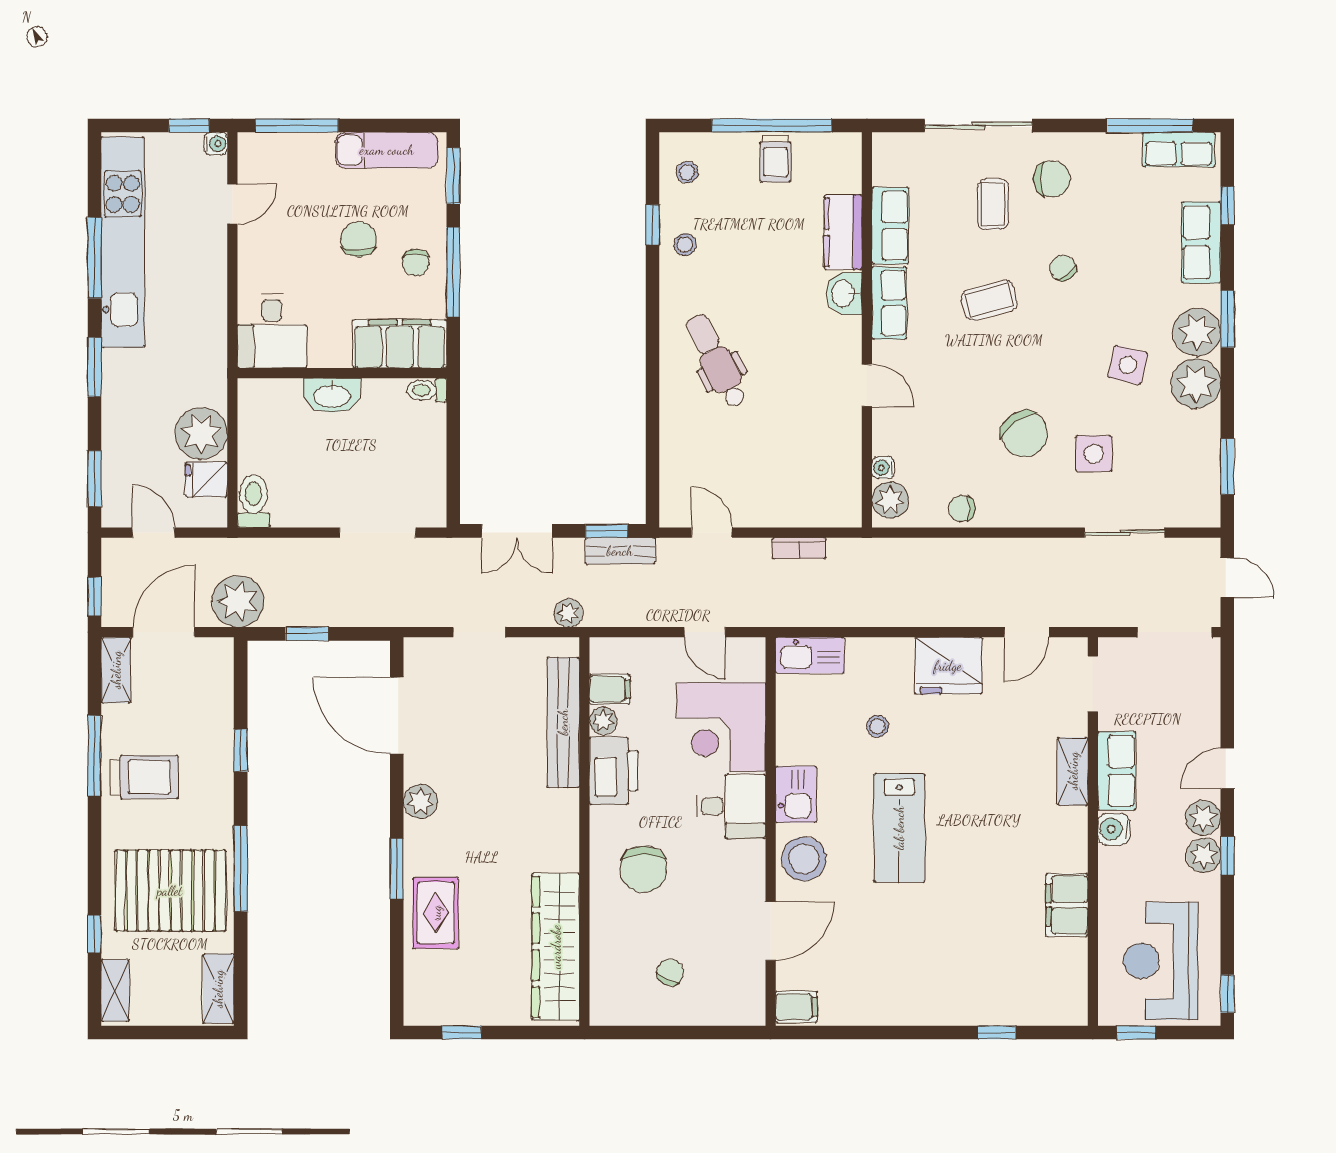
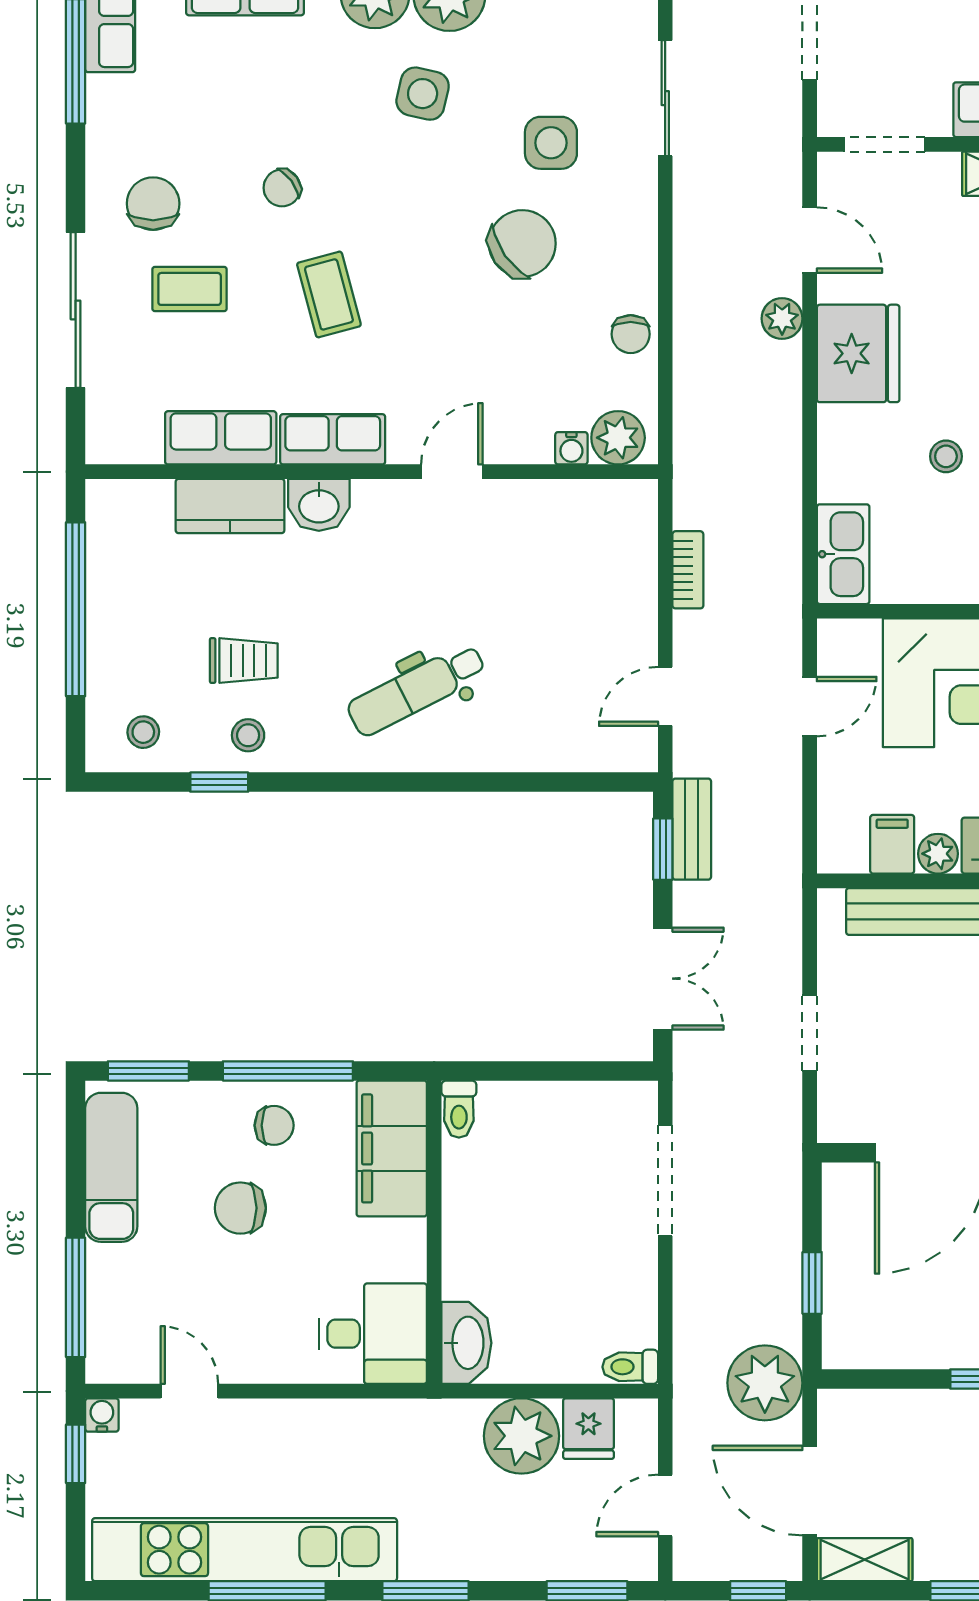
trolley: (775, 159) -> (244, 661), moved
washbasin: (332, 395) -> (466, 1343), moved
toilet: (253, 501) -> (630, 1367), width x0.73, depth x0.72
plant: (569, 613) -> (782, 319), moved

